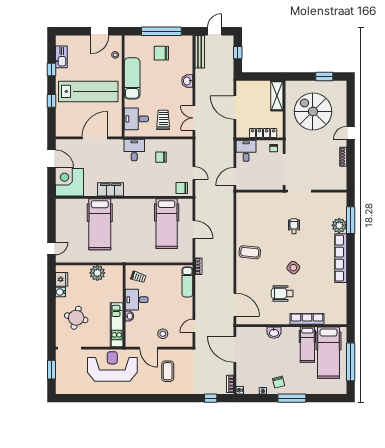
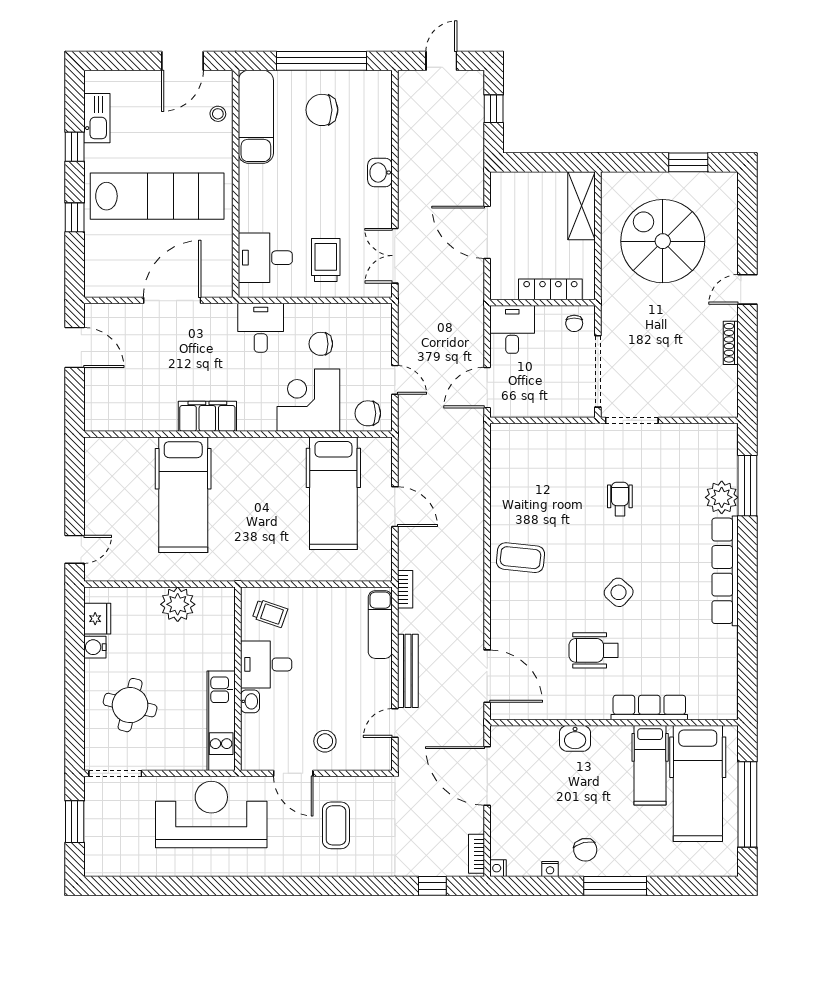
bench: (200, 52) -> (408, 671), moved
exam couch: (132, 78) -> (256, 117), moved
corner desk: (70, 182) -> (308, 400), moved

